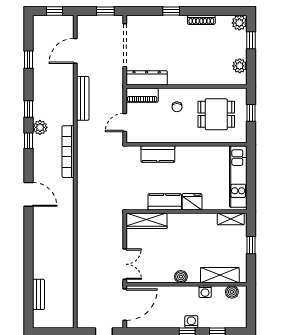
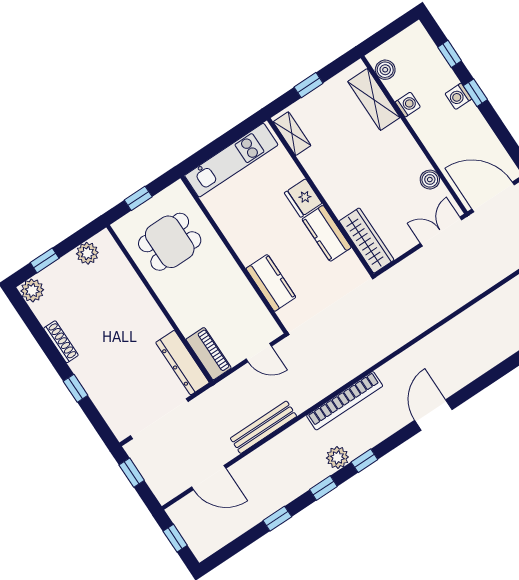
window: (29, 60) -> (277, 519), moved
chair: (177, 107) -> (194, 299), removed
dining table: (216, 114) -> (170, 242), turned 90
boiler: (181, 277) -> (430, 180), moved

